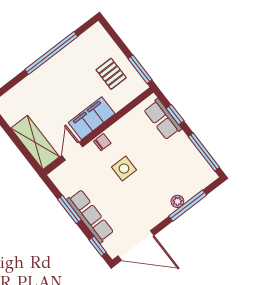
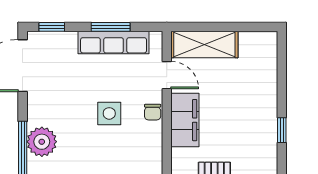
window: (51, 53) -> (282, 130), width x0.32
plant: (177, 201) -> (42, 142), width x1.87, depth x1.87
row of seats: (90, 216) -> (114, 43), moved

